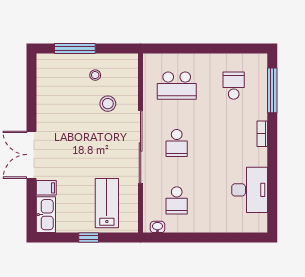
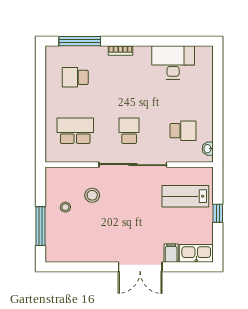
school desk: (177, 86) -> (75, 131), turned -90
school desk: (177, 143) -> (129, 131), turned -90

